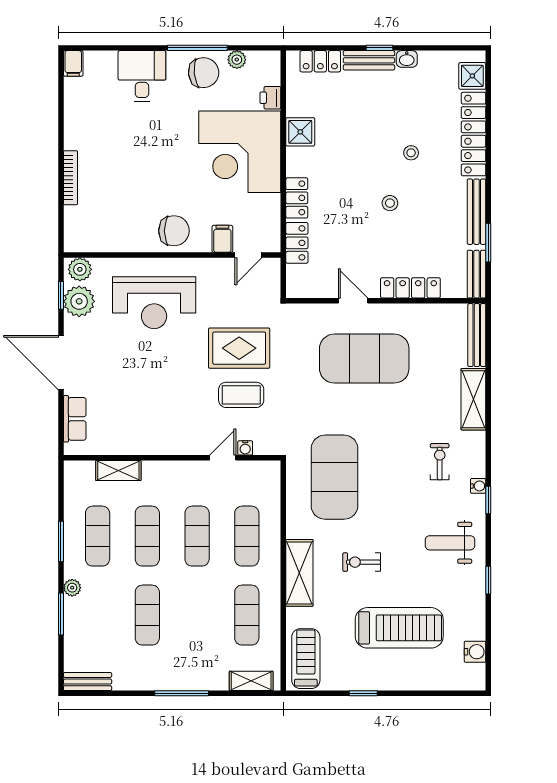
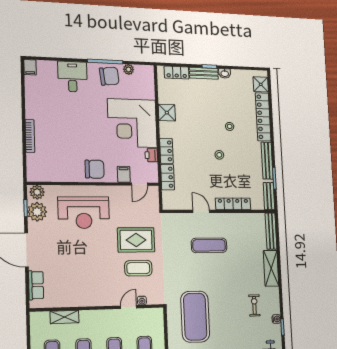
printer: (270, 98) -> (151, 155), moved
exercise mat: (364, 359) -> (209, 245), width x0.50, depth x0.69

